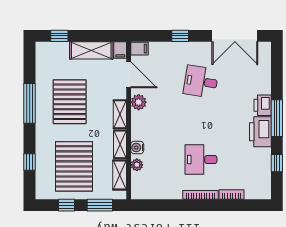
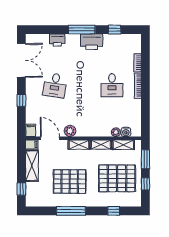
door: (129, 75) -> (50, 138), hinge flipped
printer: (263, 105) -> (57, 40), moved
water cooler: (137, 148) -> (126, 132), moved

